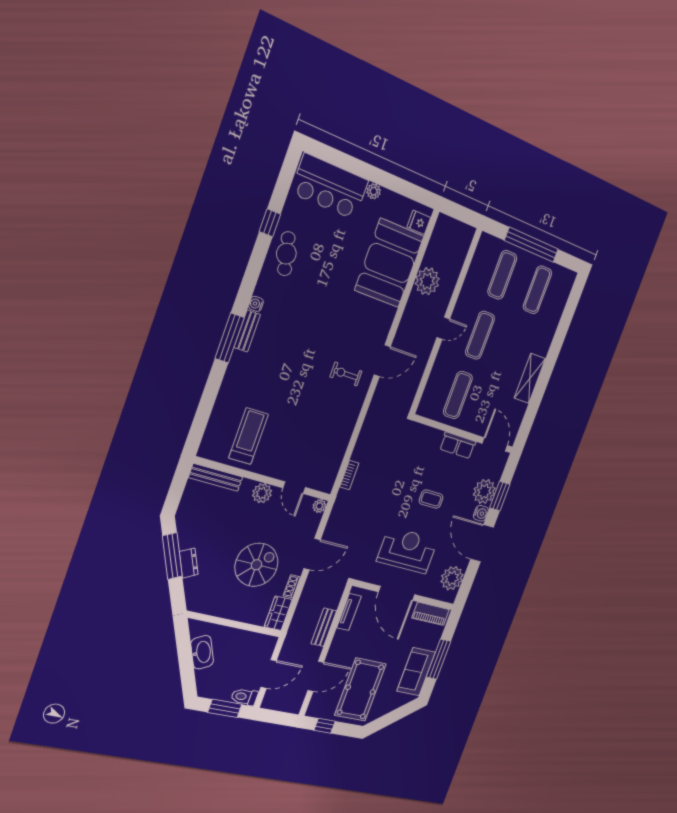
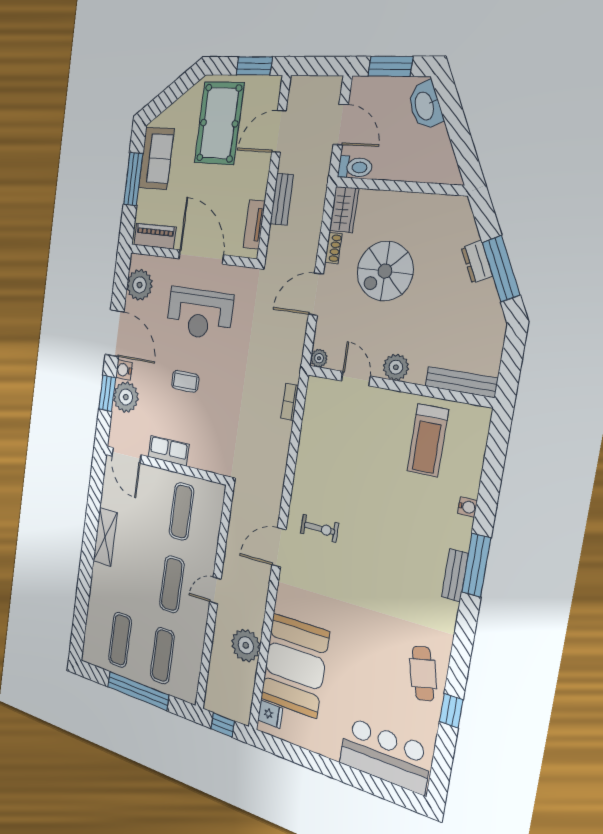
plant: (374, 191) -> (331, 750), removed
window: (462, 214) -> (223, 725), added
water cooler: (256, 304) -> (467, 507), moved
washbasin: (202, 652) -> (425, 106), moved
door: (269, 674) -> (341, 125), swing flipped
toilet: (244, 697) -> (355, 167), moved
window: (325, 726) -> (254, 66), width x1.50

